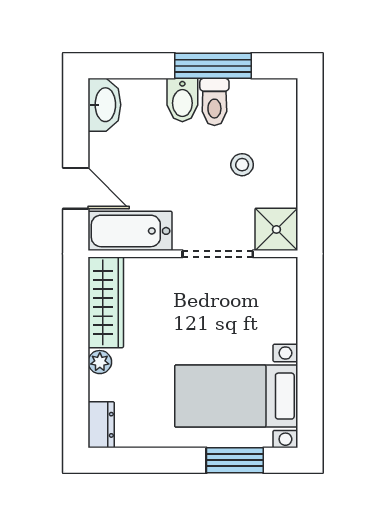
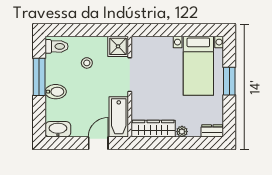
toilet: (214, 102) -> (57, 46), moved
window: (235, 460) -> (229, 81), moved

